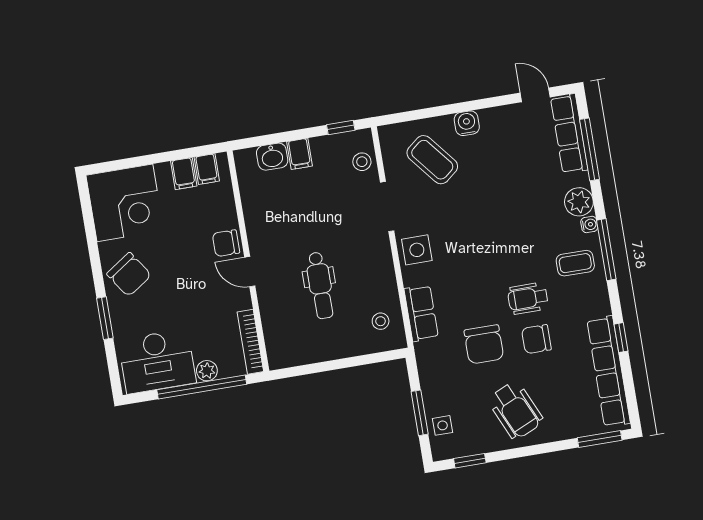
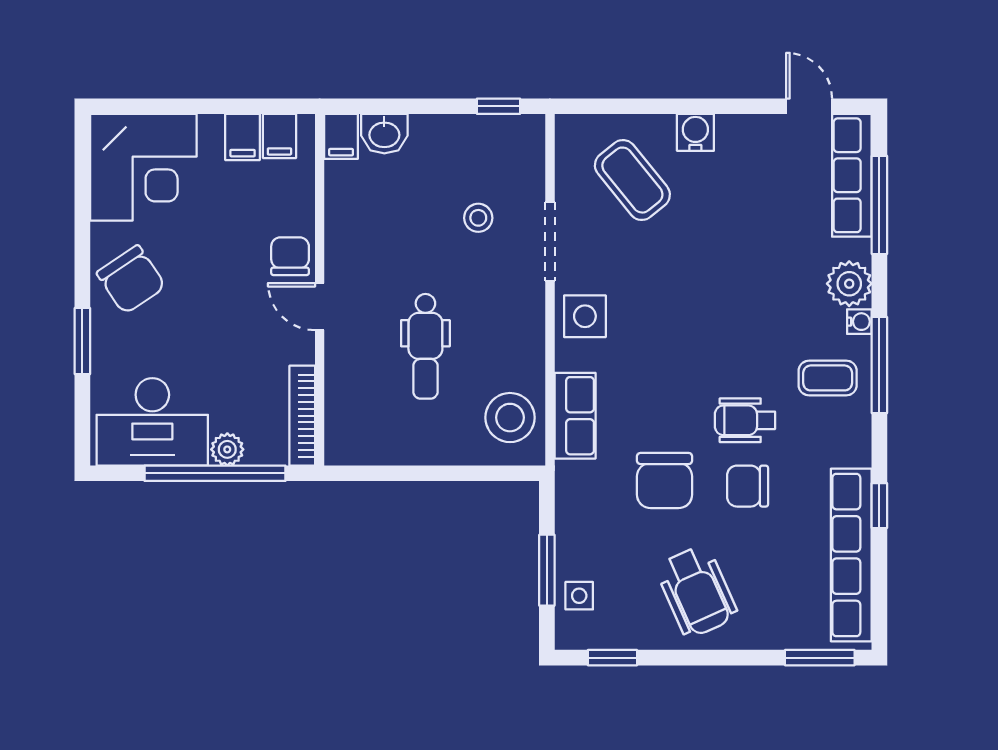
filing cabinet: (300, 154) -> (341, 136), moved
stool: (362, 162) -> (478, 218), moved
chair: (226, 243) -> (290, 256), turned 90
stool: (381, 321) -> (510, 418), width x1.89, depth x1.89

